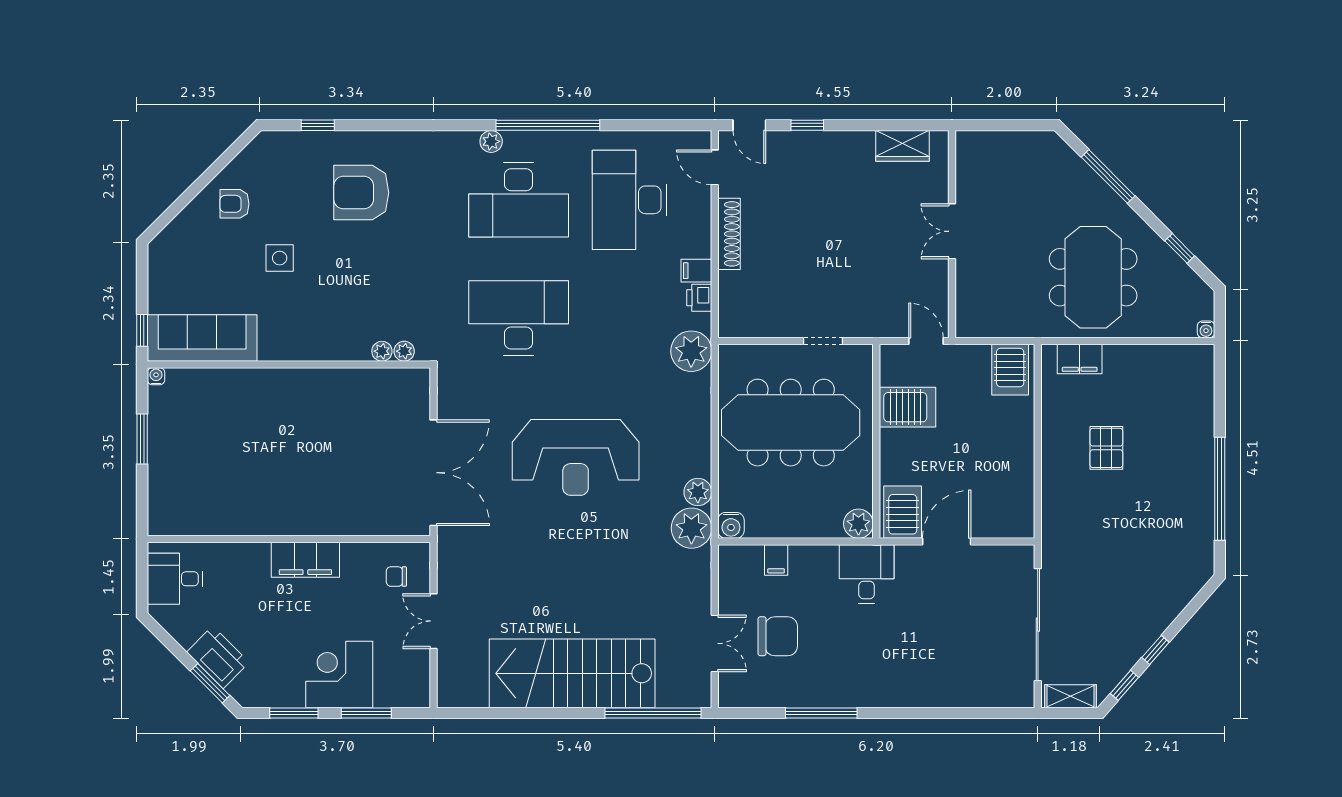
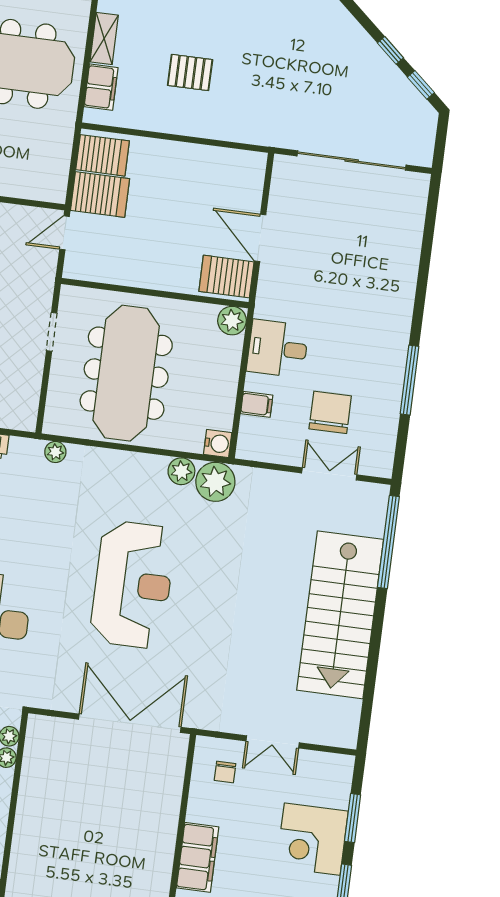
plant: (691, 351) -> (55, 452), width x0.53, depth x0.53
server rack: (908, 407) -> (100, 195), moved, turned 90
desk: (867, 574) -> (278, 348), moved
shelving: (1070, 696) -> (104, 39), moved

